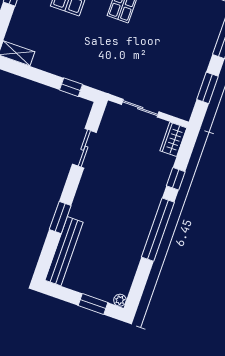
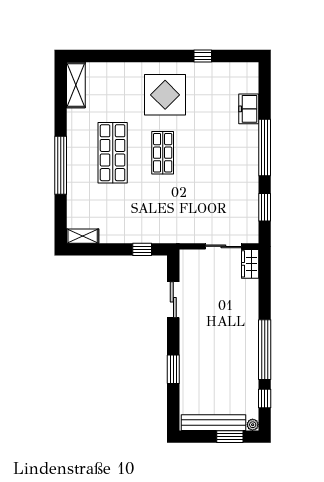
sliding door: (140, 108) -> (223, 246), moved
window: (176, 179) -> (265, 398), moved
bench: (64, 251) -> (214, 423), moved, turned 90

